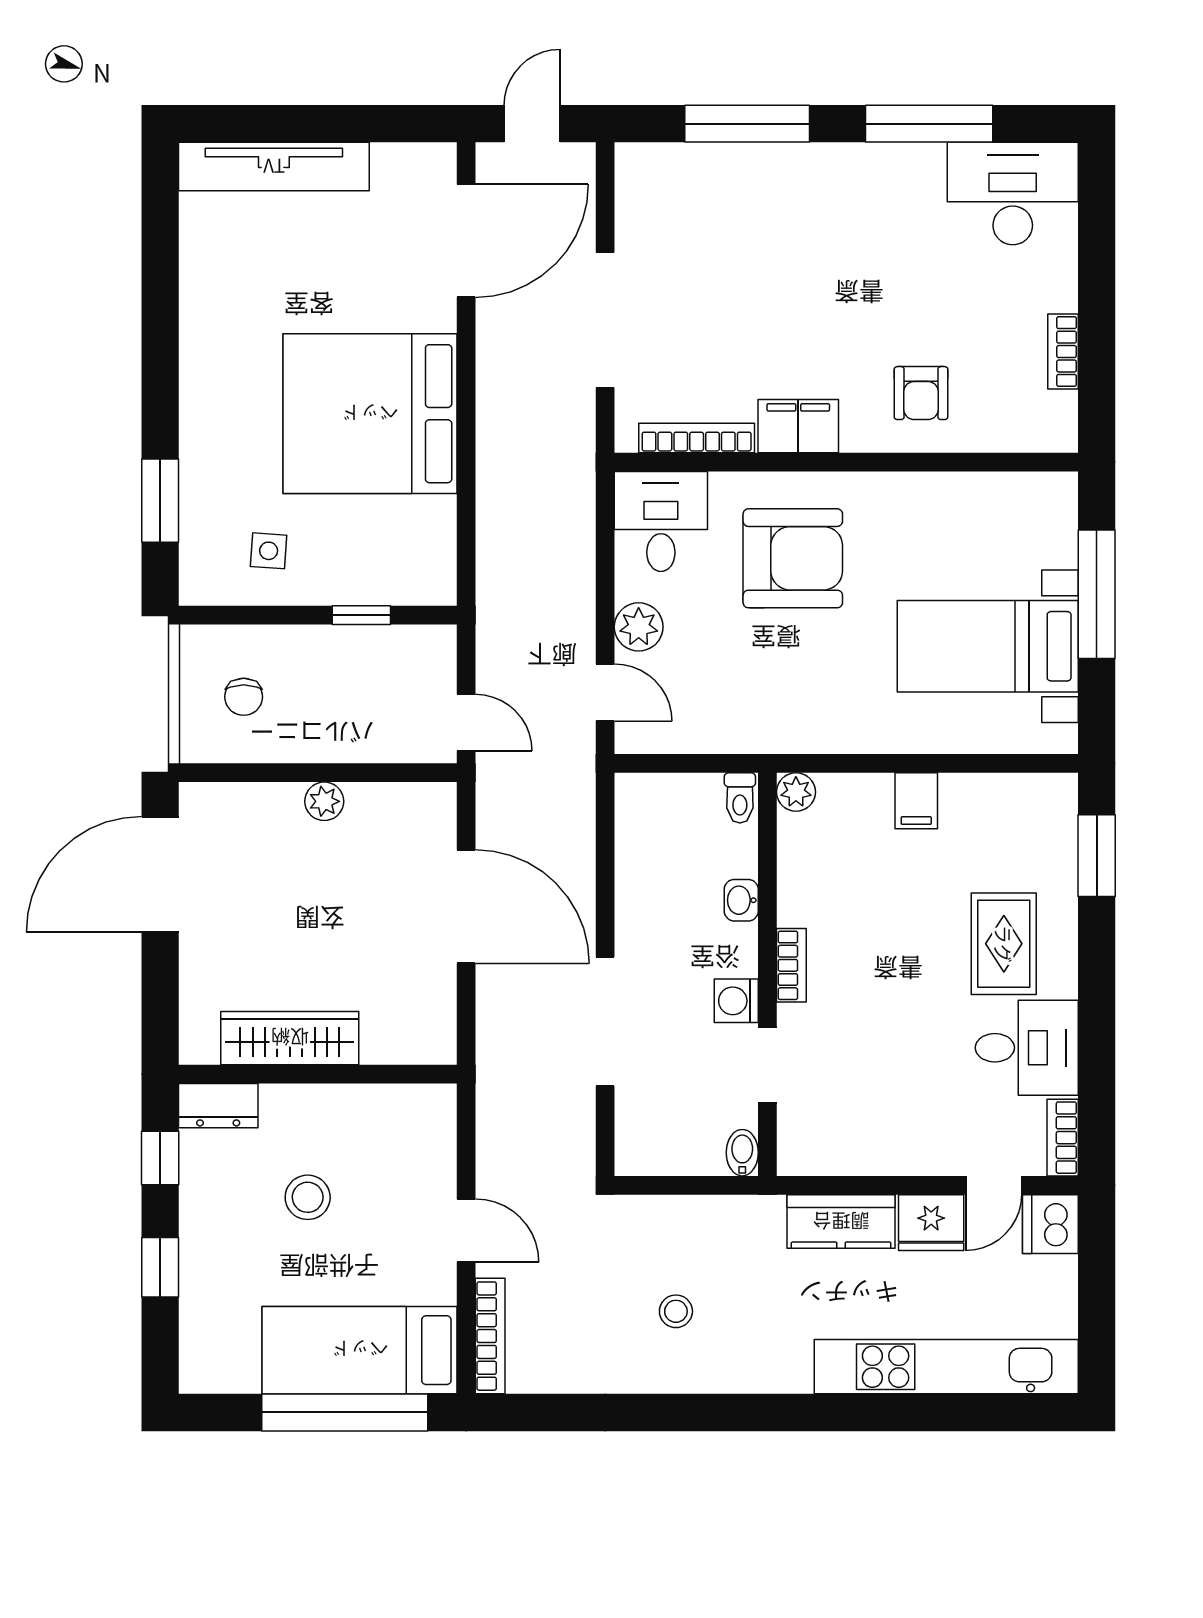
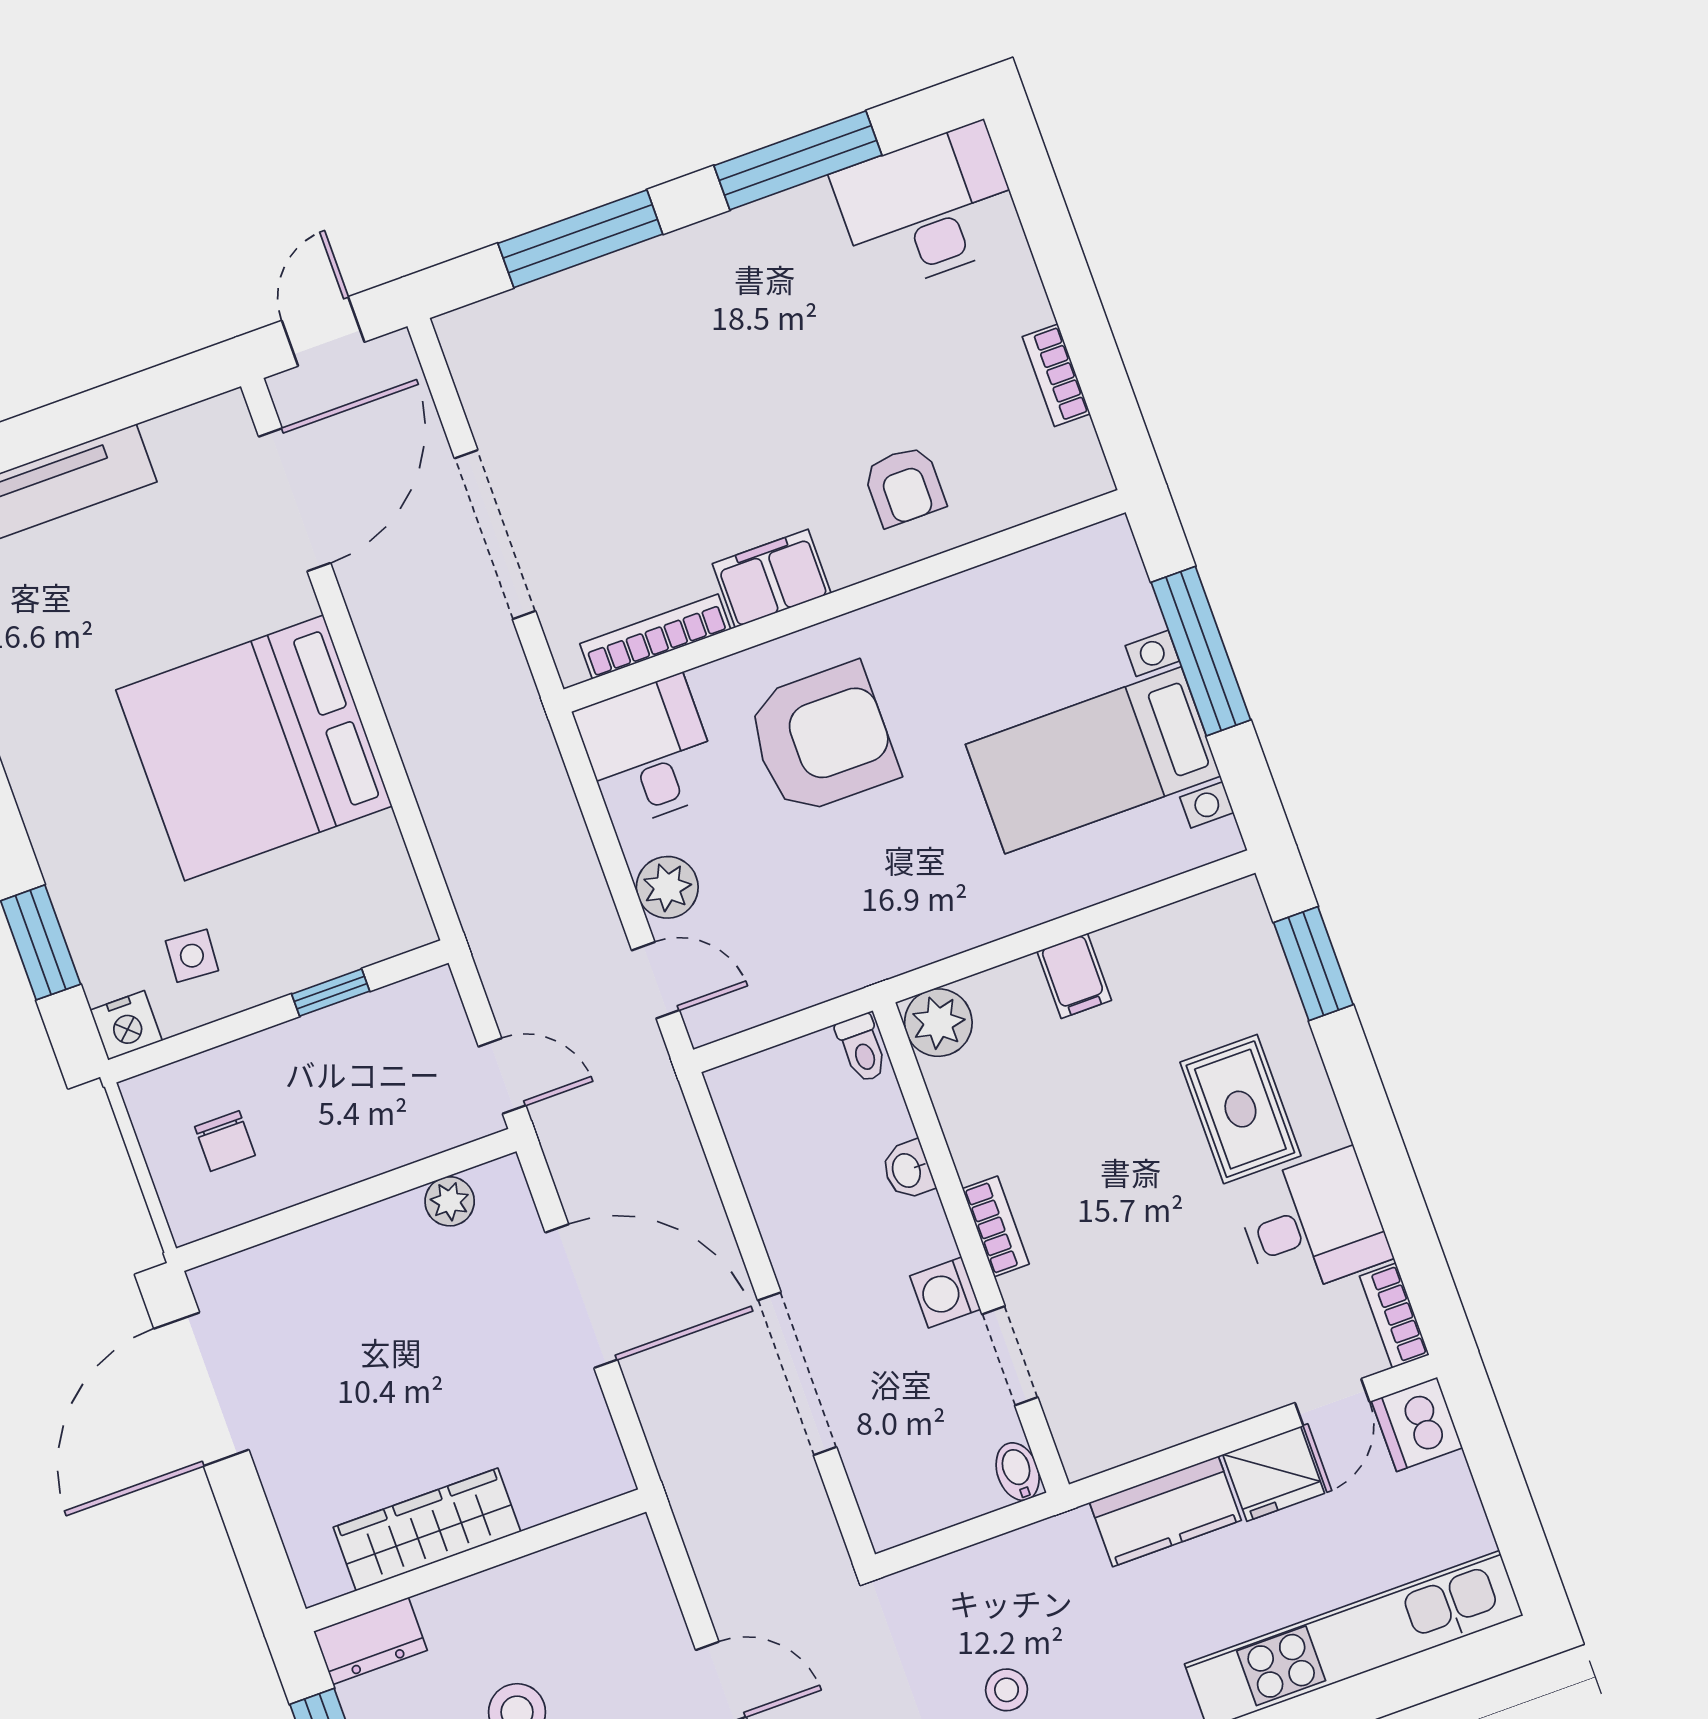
nightstand: (201, 585) -> (126, 1025), added
plant: (796, 792) -> (938, 1023), width x1.38, depth x1.38
plant: (324, 801) -> (450, 1201), moved

